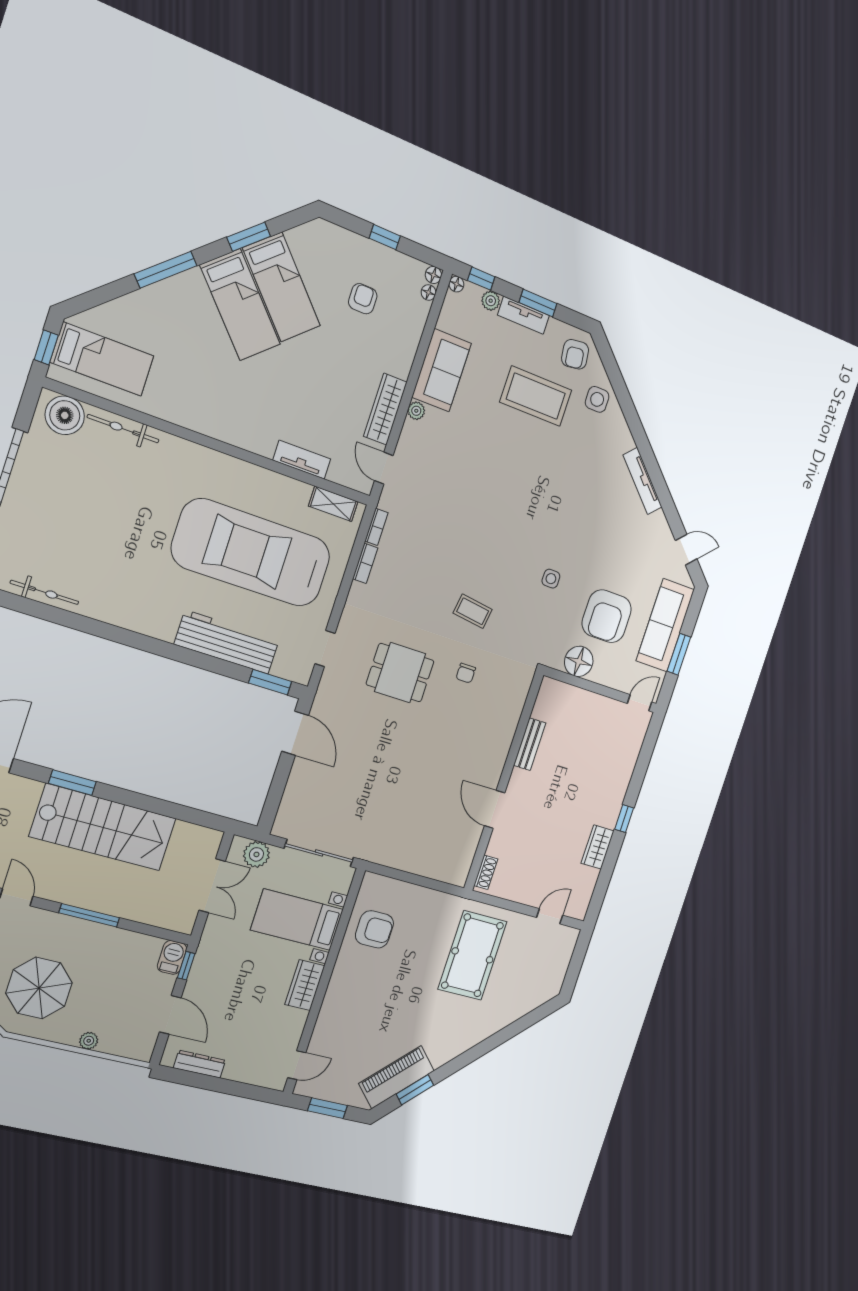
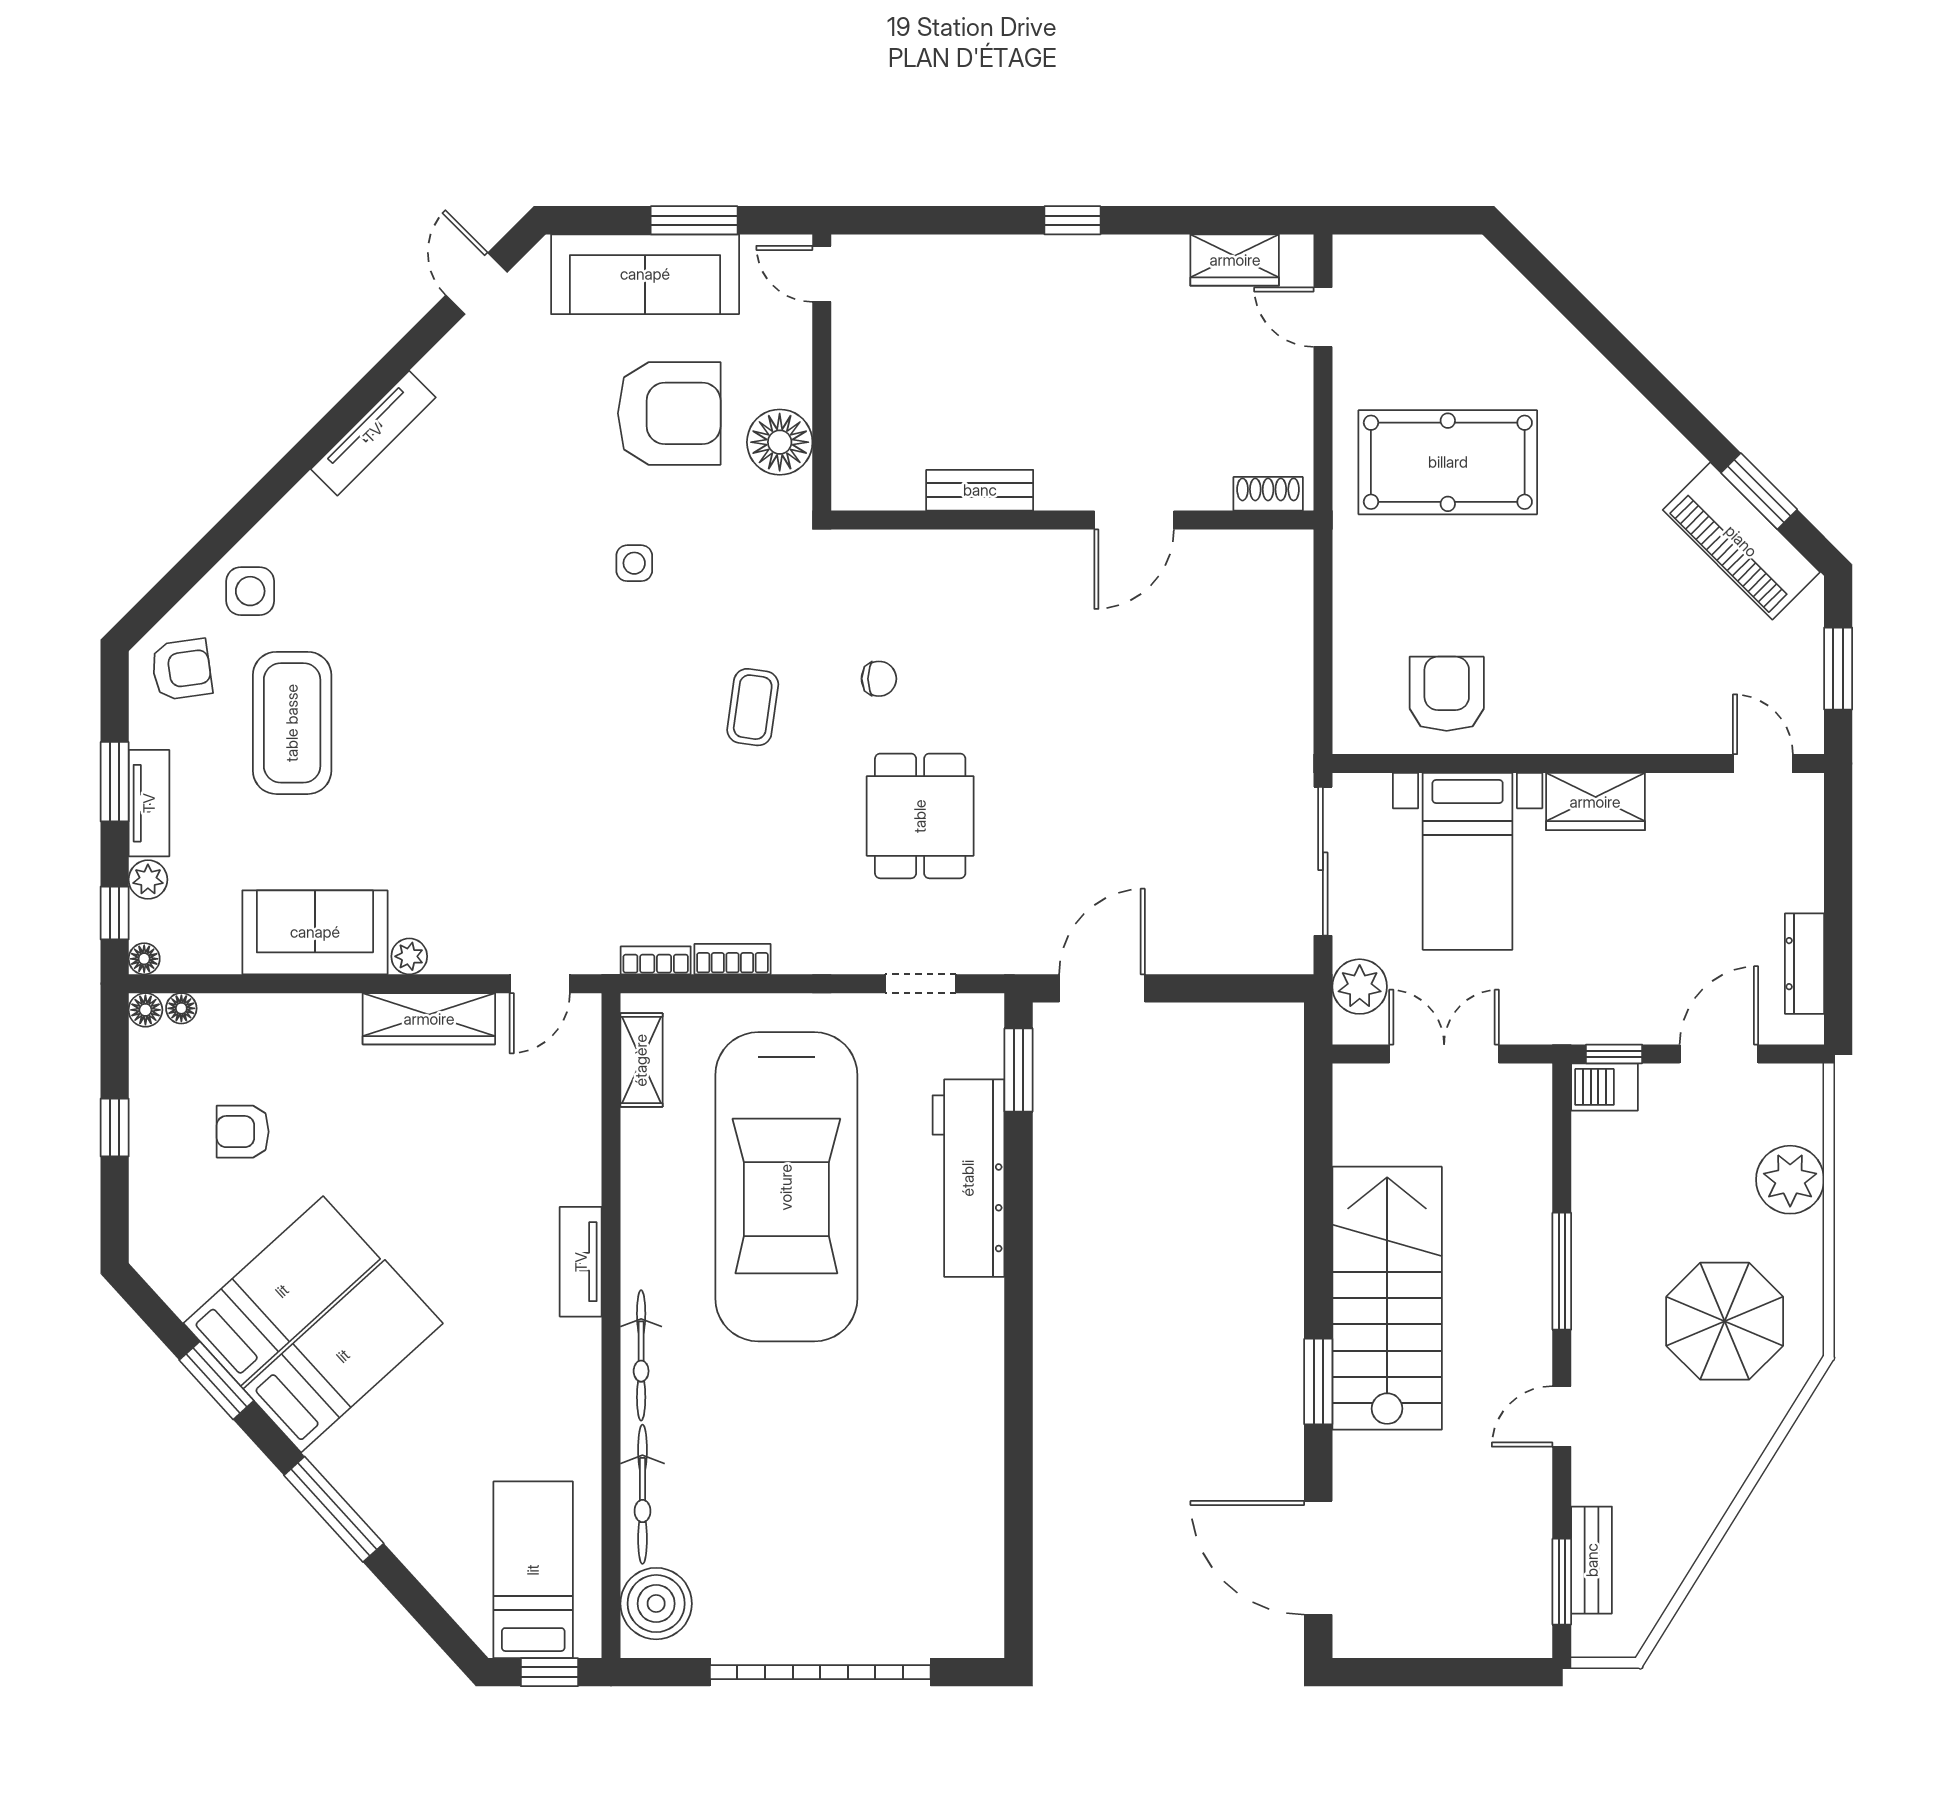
tv unit: (302, 460) -> (581, 1262), moved
bicycle: (45, 592) -> (641, 1355), moved, turned 180
wardrobe: (598, 847) -> (1235, 260), moved
plant: (89, 1041) -> (1790, 1180), width x1.88, depth x1.88

